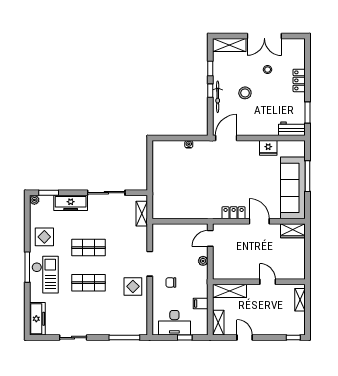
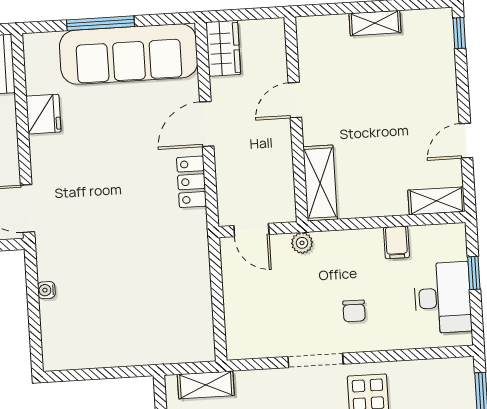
wall: (259, 282) -> (296, 119), moved
door: (268, 282) -> (295, 100), moved
shelving: (229, 291) -> (320, 183), moved

